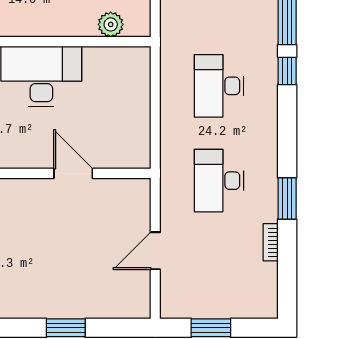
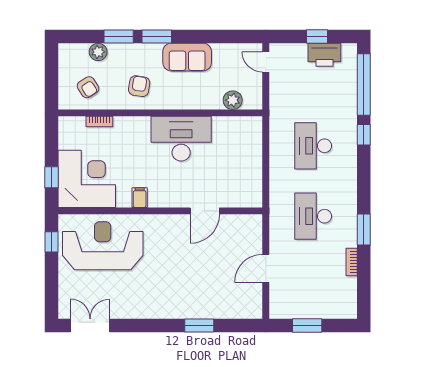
door: (73, 173) -> (205, 211), swing flipped

